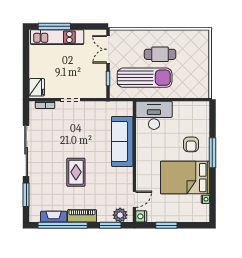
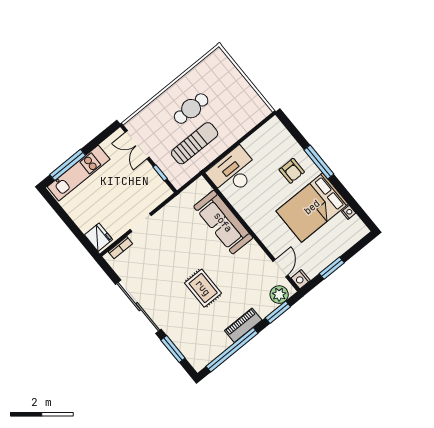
sun lounger: (145, 78) -> (195, 143), width x0.73, depth x0.75
fireplace: (54, 217) -> (217, 348), removed

